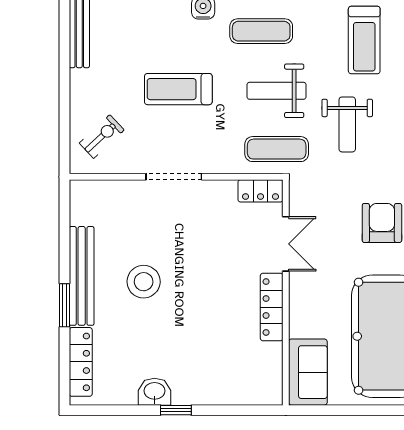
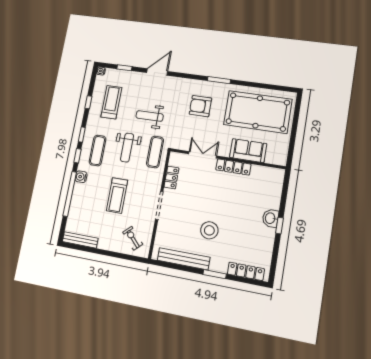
treadmill: (364, 40) -> (111, 102), turned -90
weight bench: (347, 124) -> (150, 116), turned 180
locker: (260, 191) -> (171, 178), moved
bench: (82, 276) -> (184, 259), moved
sofa: (308, 372) -> (248, 151), moved
washbasin: (155, 392) -> (270, 218), moved

